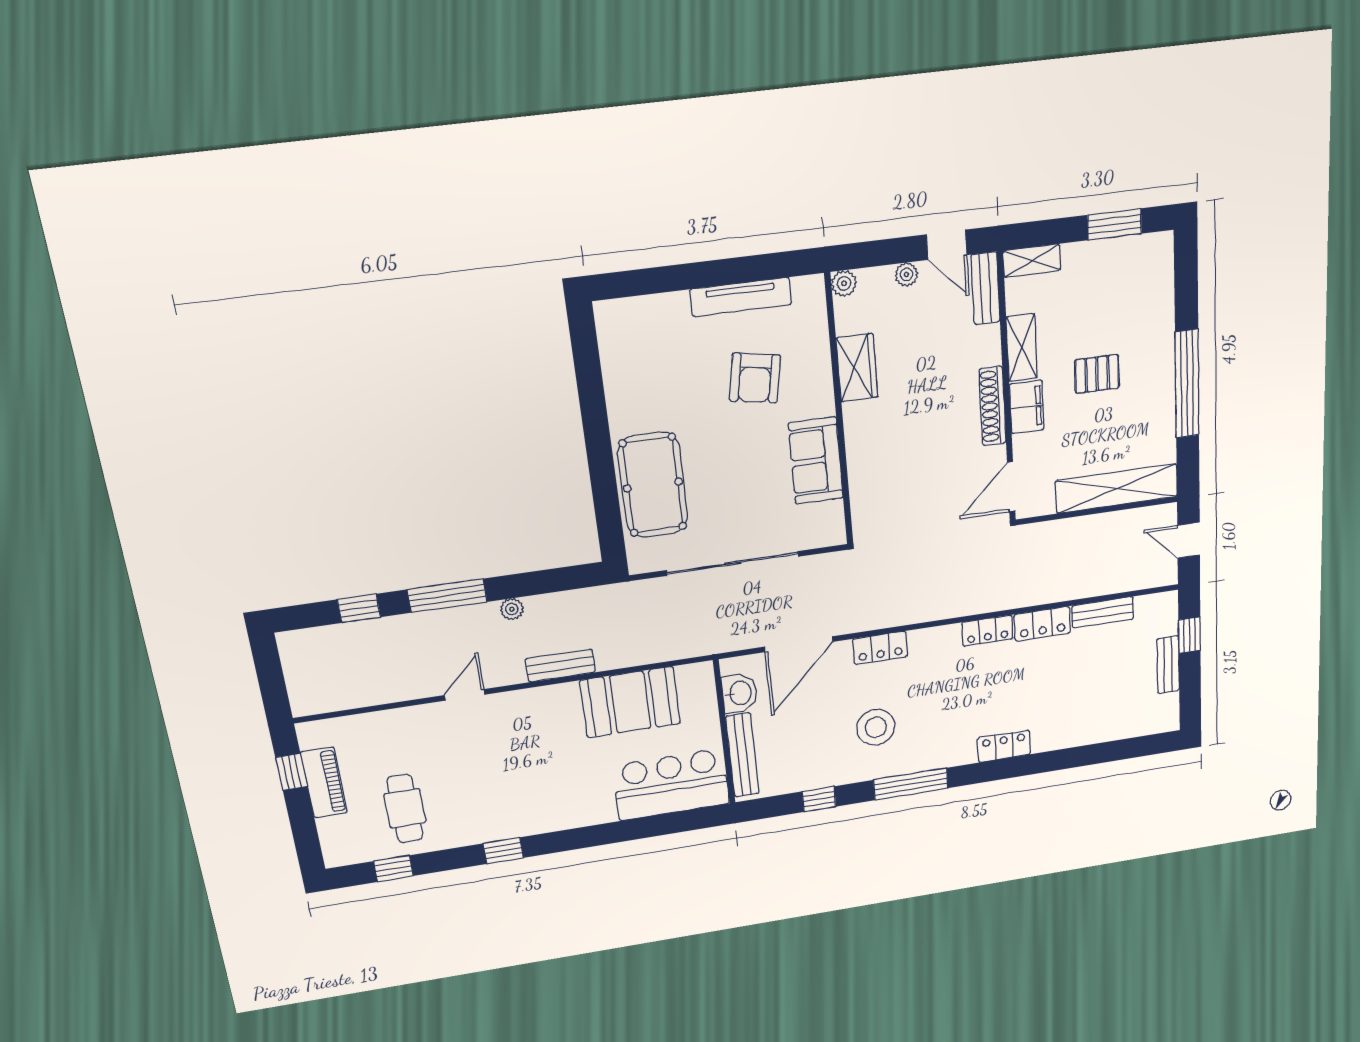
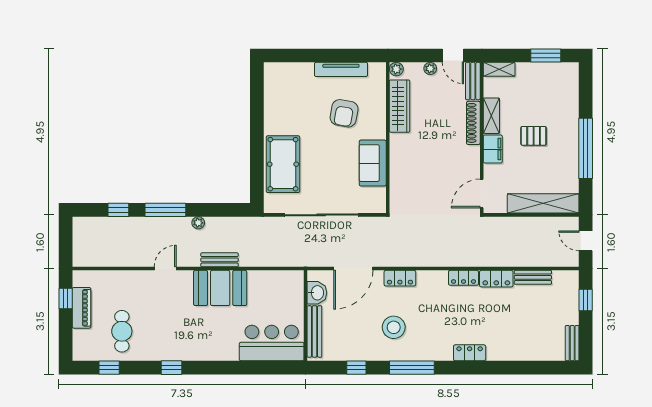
wardrobe: (857, 368) -> (400, 106), width x1.50
shoe rack: (992, 406) -> (473, 123), moved
bench: (1168, 665) -> (572, 343), moved
booth: (630, 702) -> (220, 288), moved

